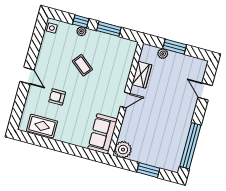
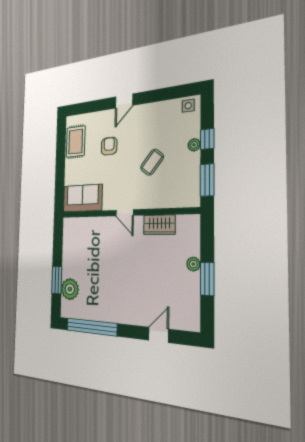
wardrobe: (142, 75) -> (159, 225), moved
wall: (126, 99) -> (126, 213), moved
door: (125, 100) -> (125, 213), moved
sofa: (103, 134) -> (82, 198), moved
plant: (123, 150) -> (70, 289), moved

